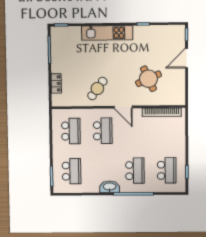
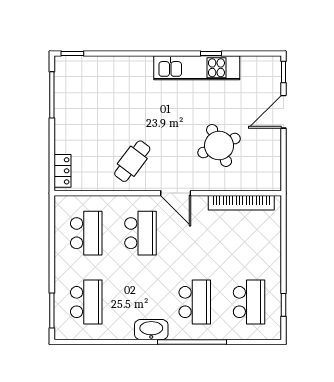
kitchen unit: (107, 33) -> (197, 68), moved
locker: (56, 83) -> (62, 171), moved

